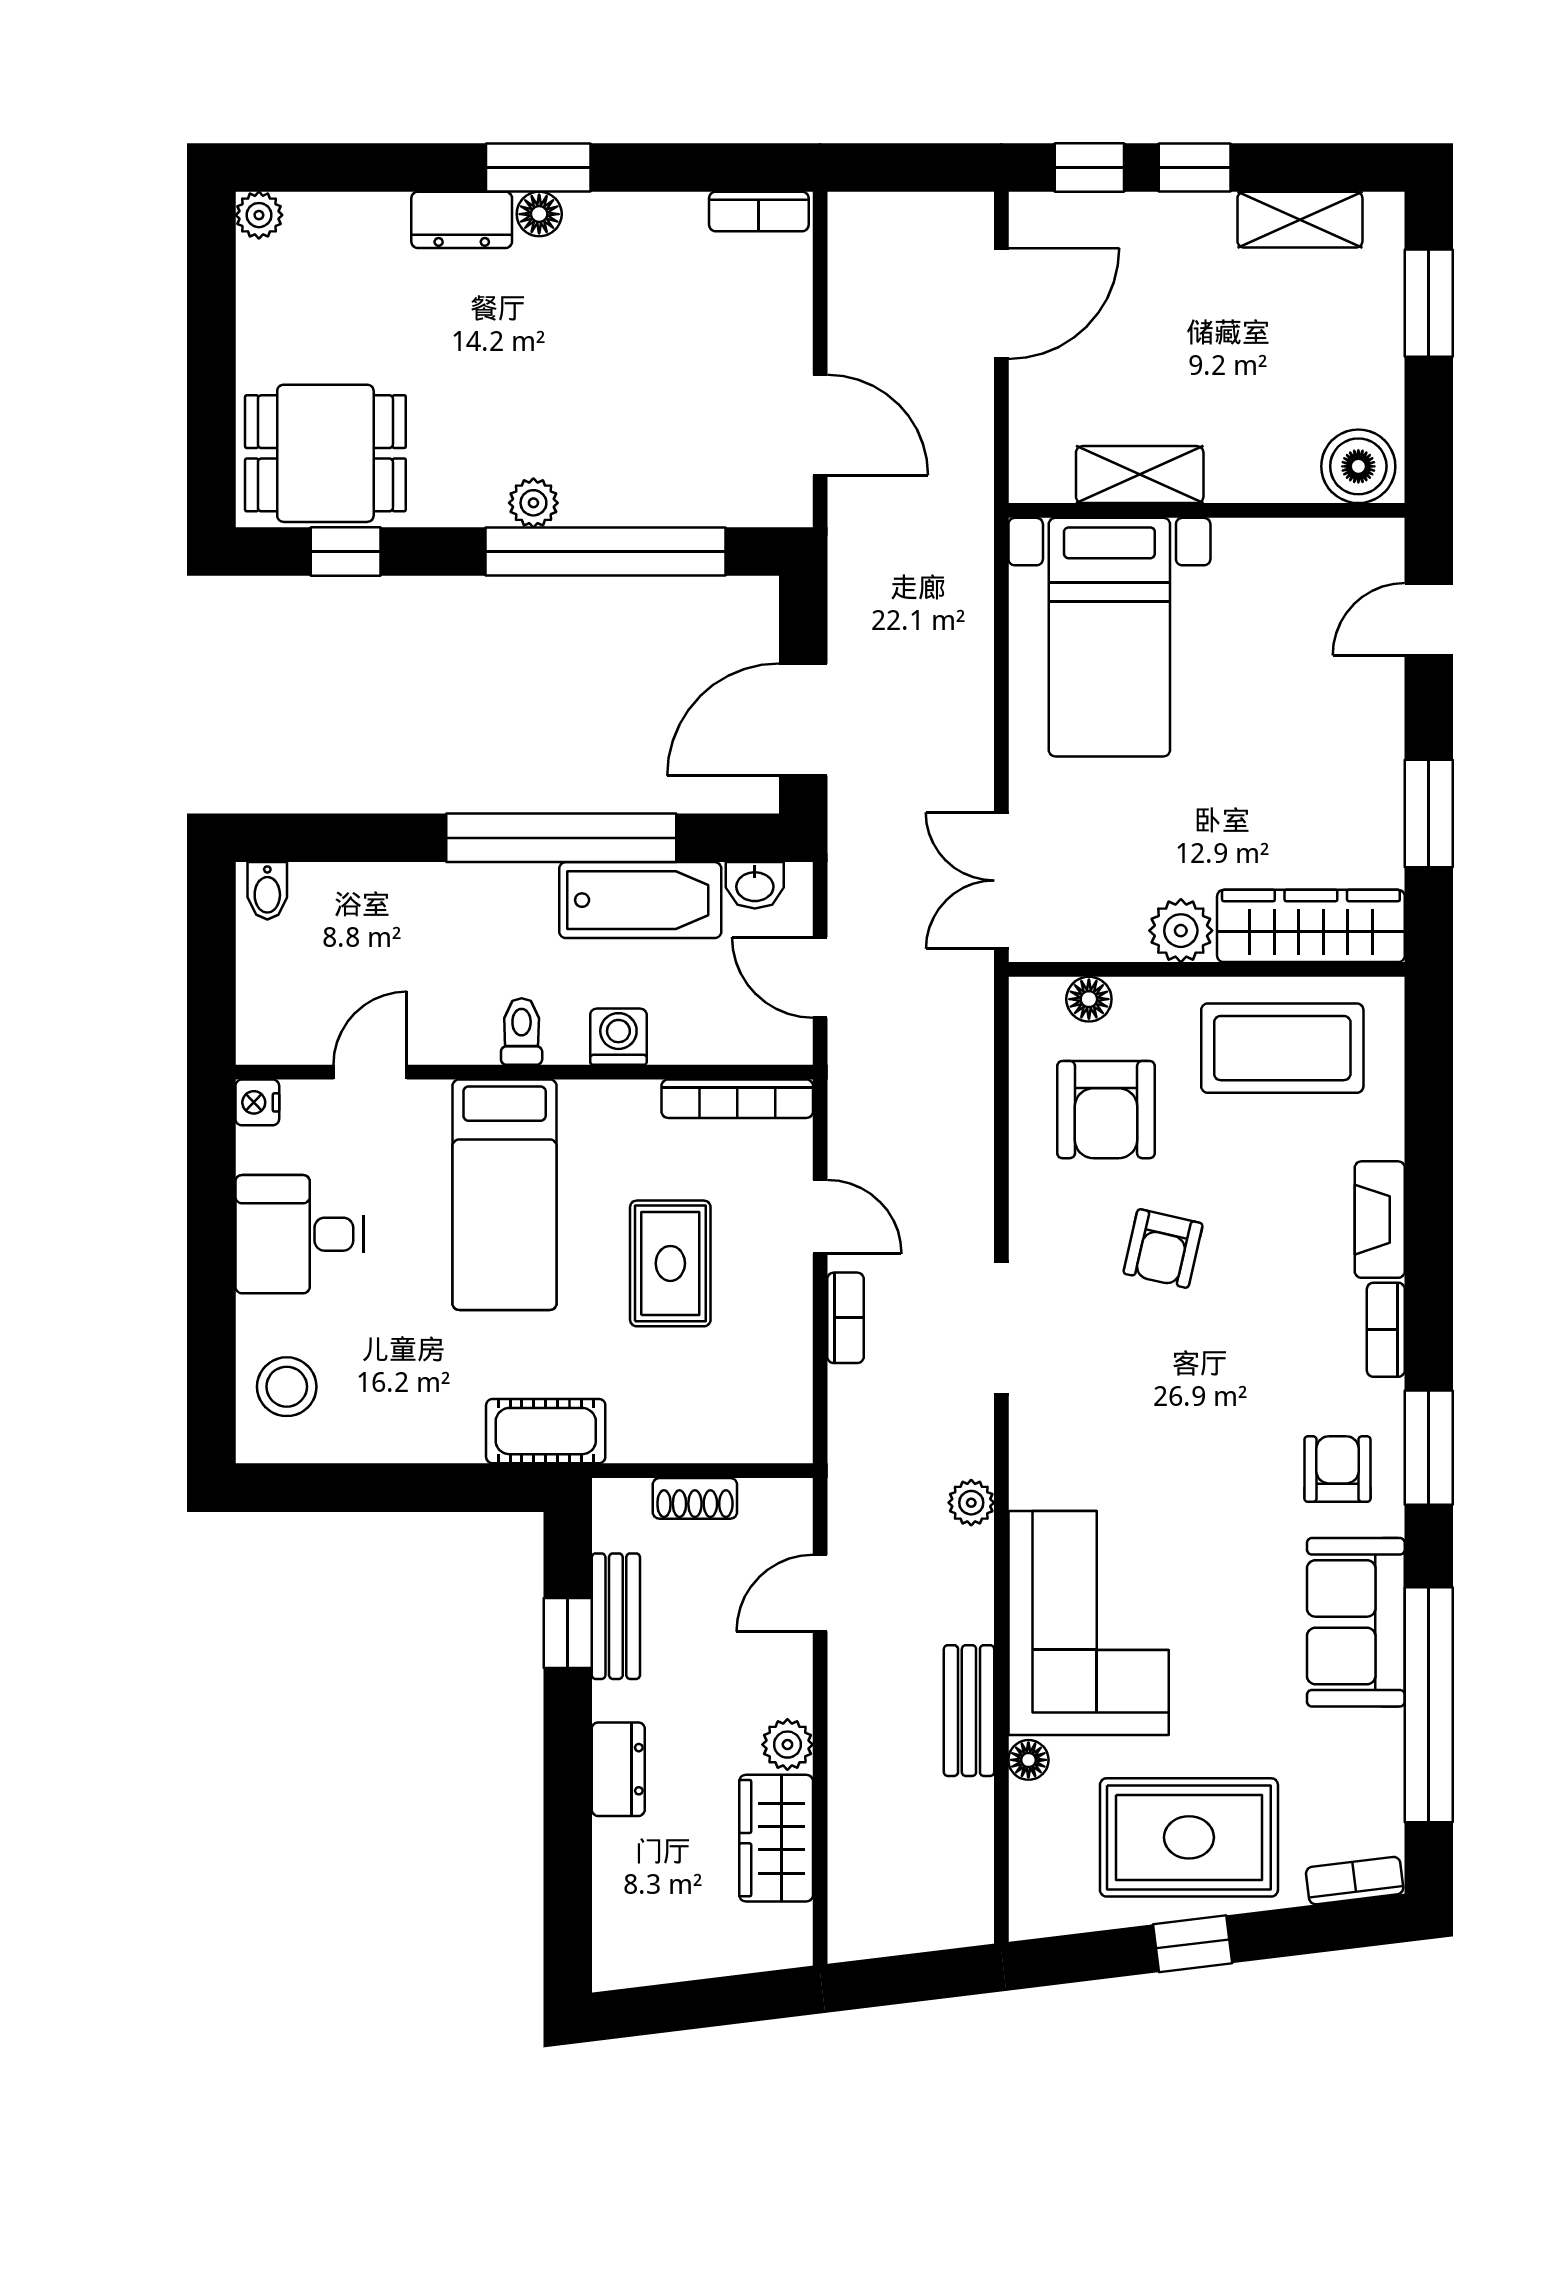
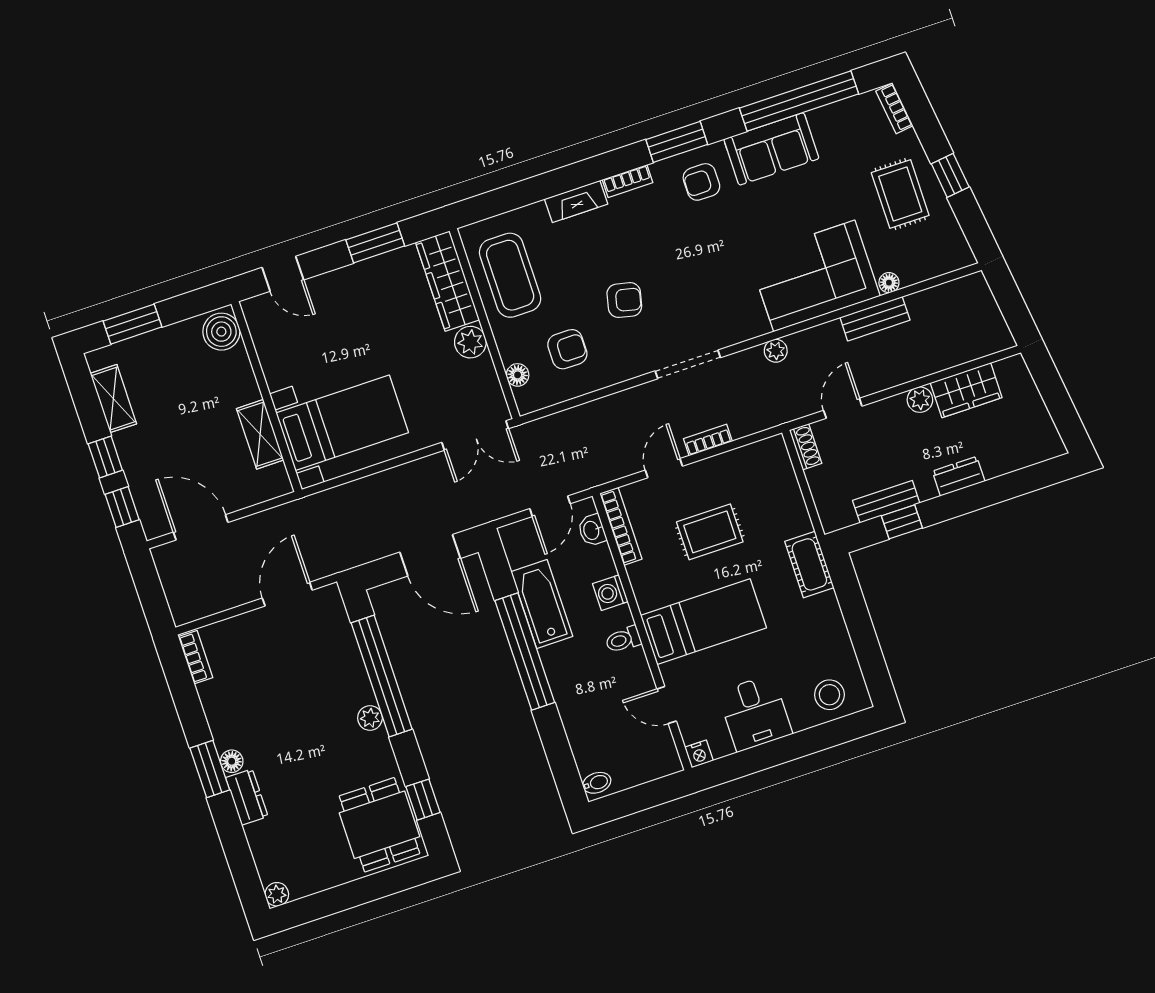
washbasin: (755, 885) -> (592, 530), moved, turned 180
armchair: (1106, 1110) -> (567, 349), width x0.72, depth x0.72
shoe rack: (695, 1498) -> (806, 447), moved
door: (820, 1593) -> (843, 408), swing flipped
rug: (1189, 1837) -> (900, 194), width x0.73, depth x0.70

